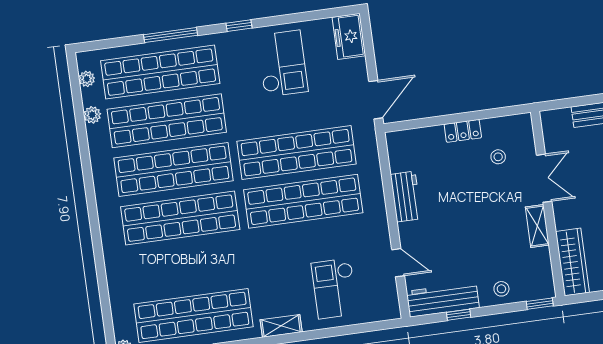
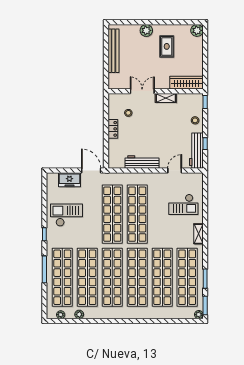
freezer: (349, 36) -> (69, 180), moved
workbench: (406, 197) -> (142, 162), width x1.38
shop shelf: (187, 267) -> (162, 277), added

